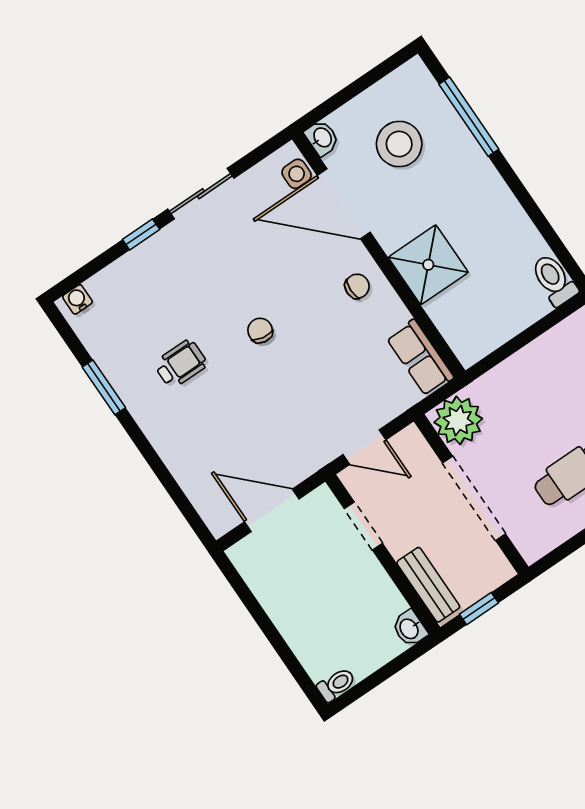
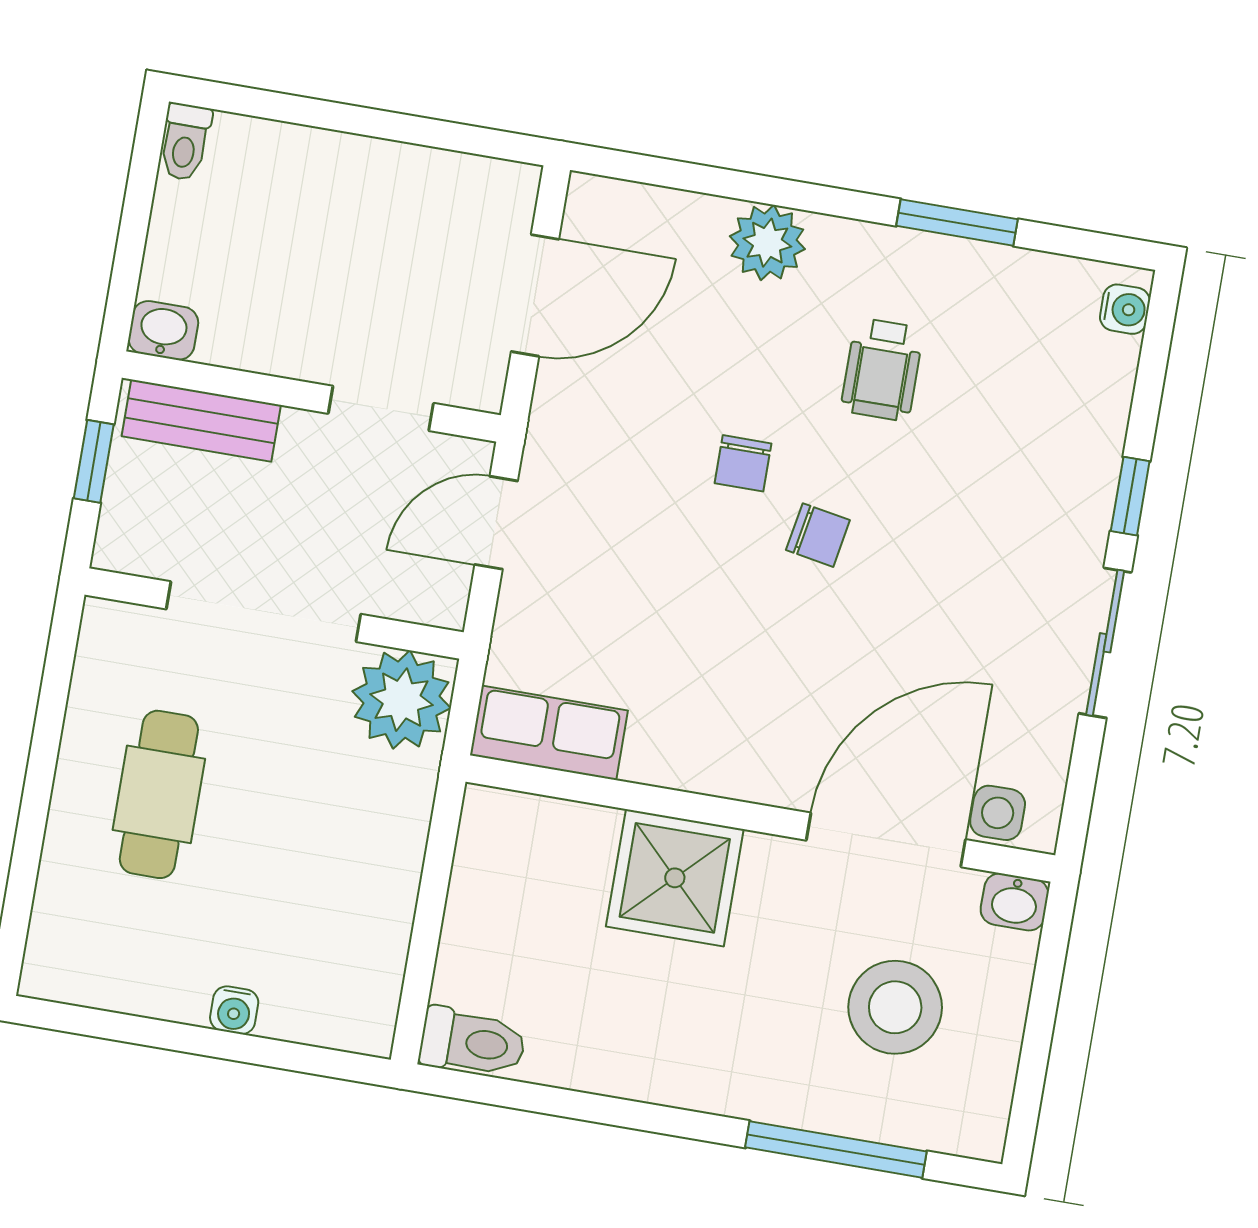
chair: (357, 286) -> (743, 463), moved
plant: (175, 447) -> (767, 243), added

